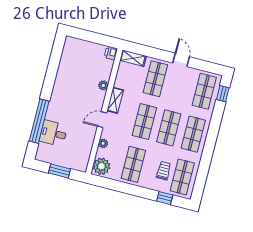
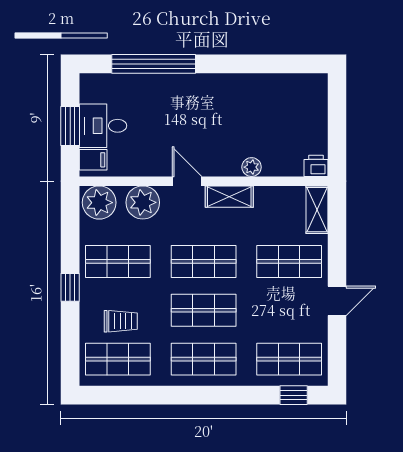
desk: (53, 133) -> (103, 126), moved, turned -90
plant: (103, 143) -> (143, 202), width x1.88, depth x1.88
filing cabinet: (79, 164) -> (93, 160), added
window: (165, 198) -> (70, 287), moved

